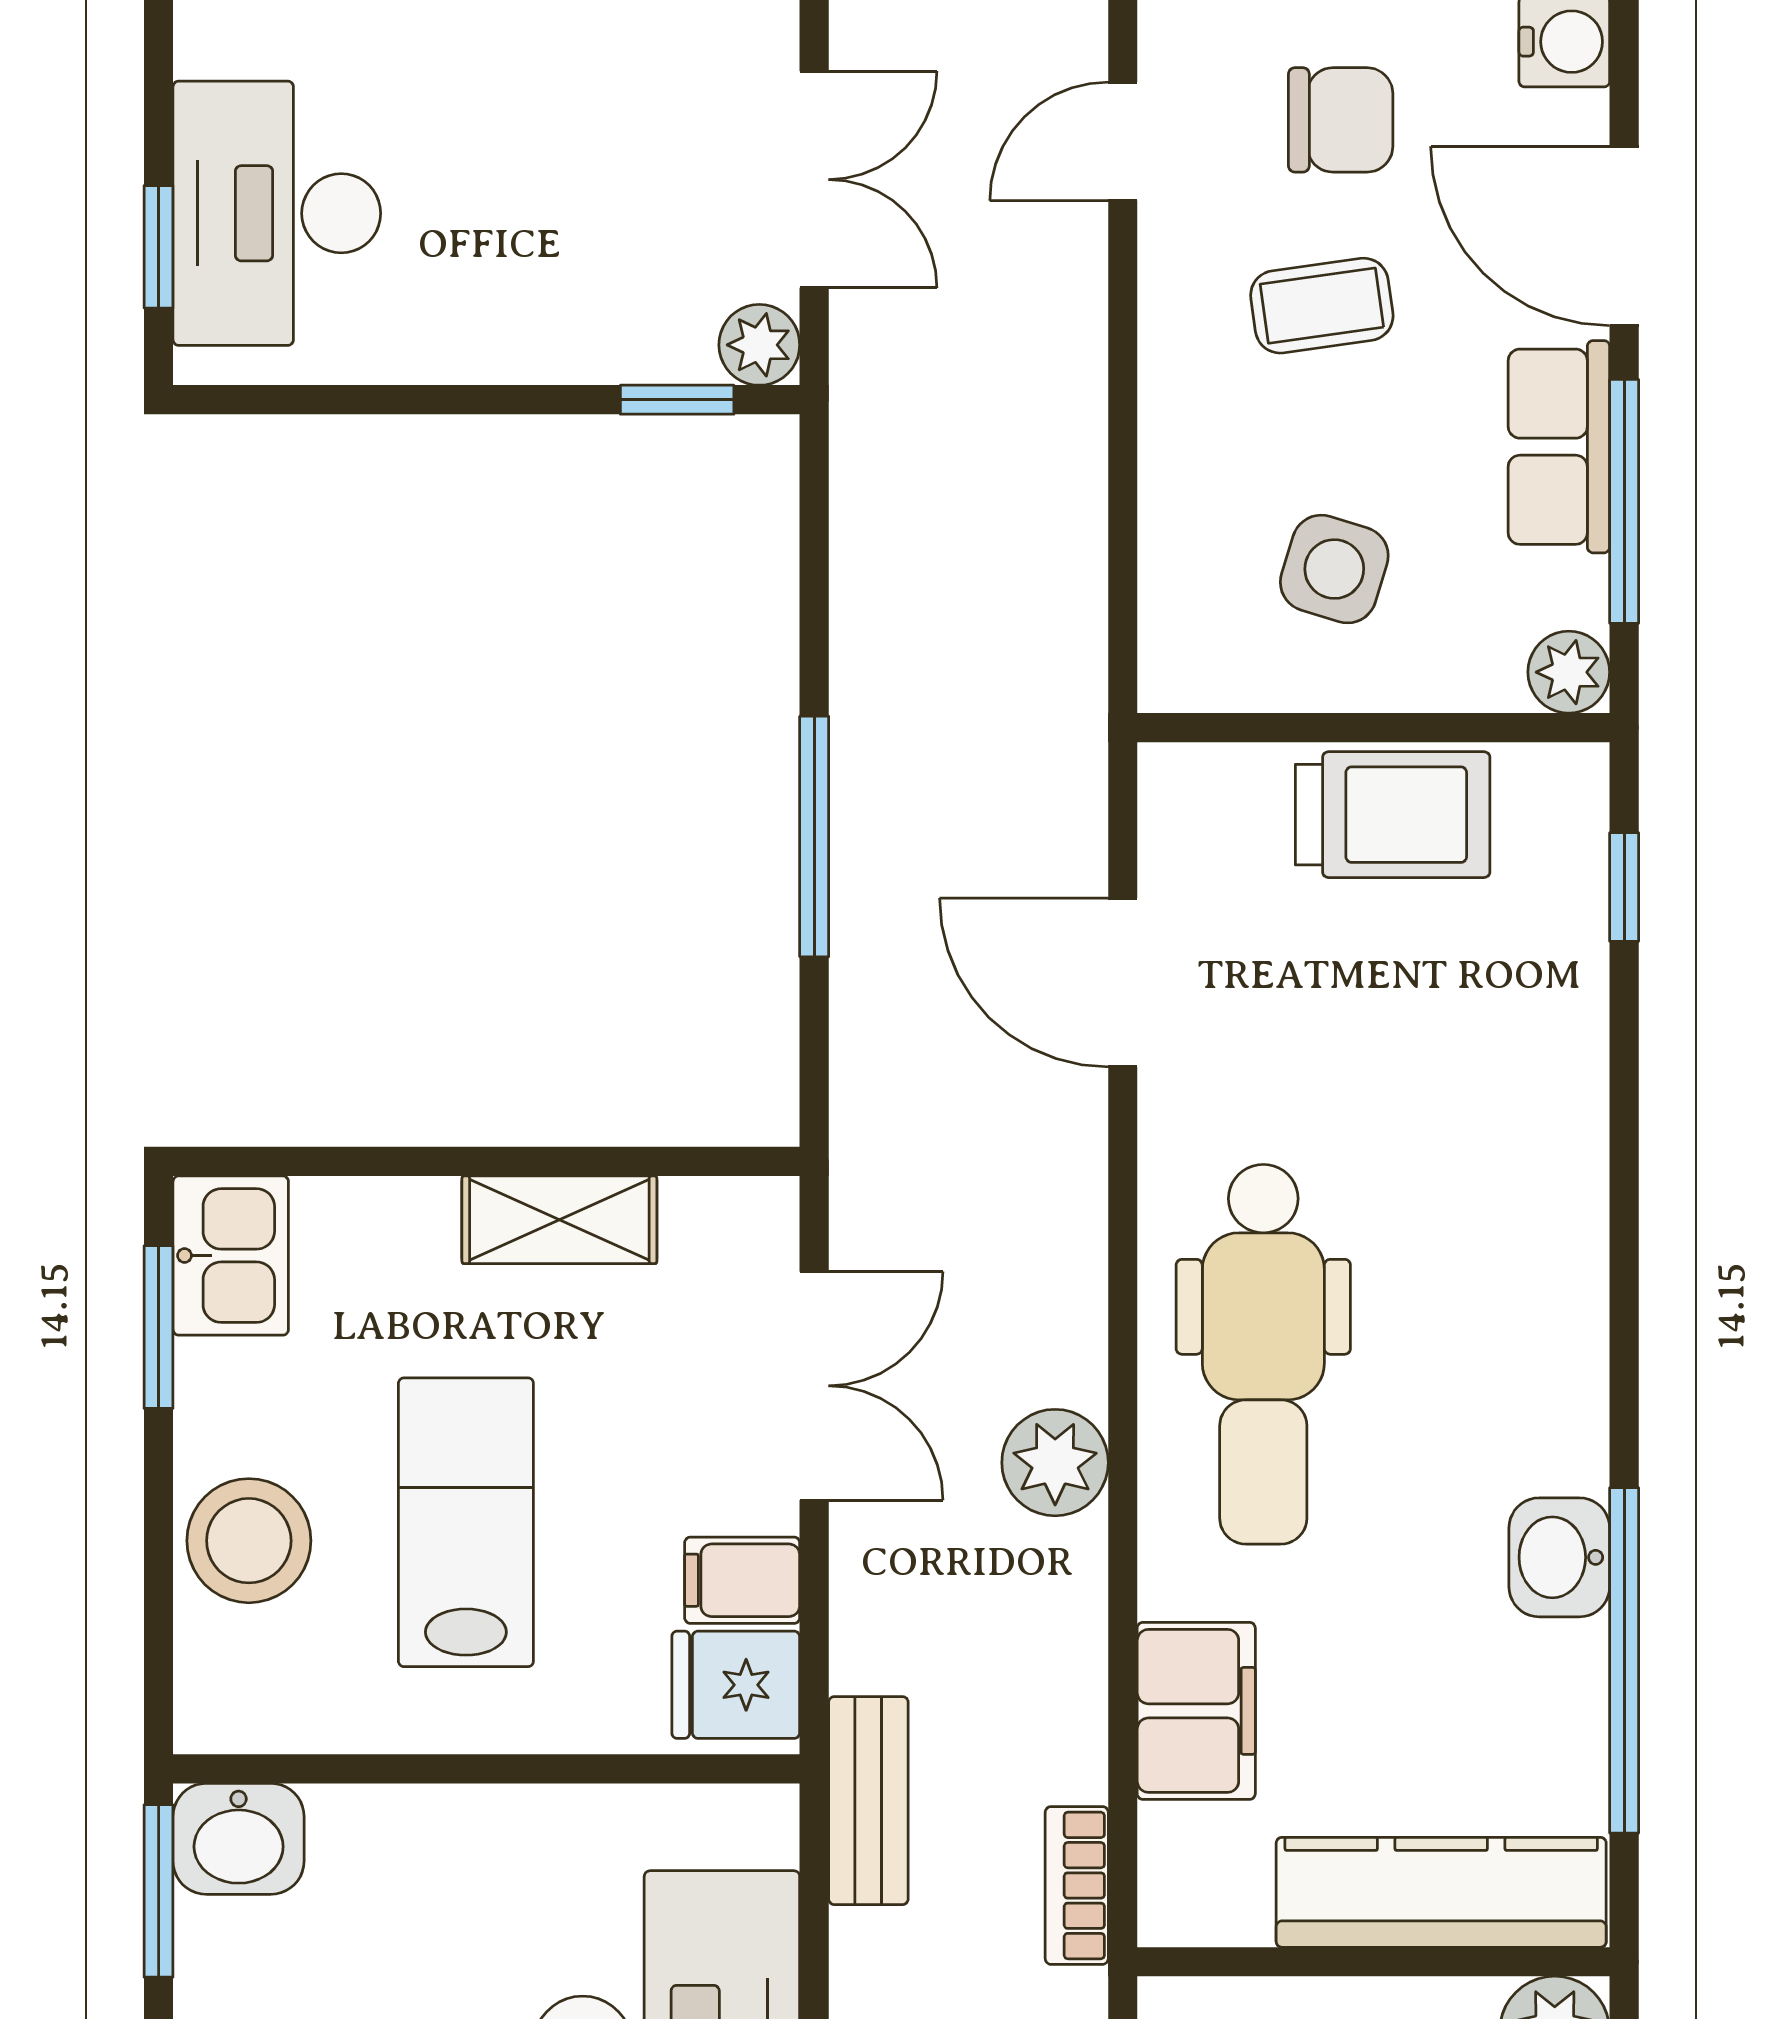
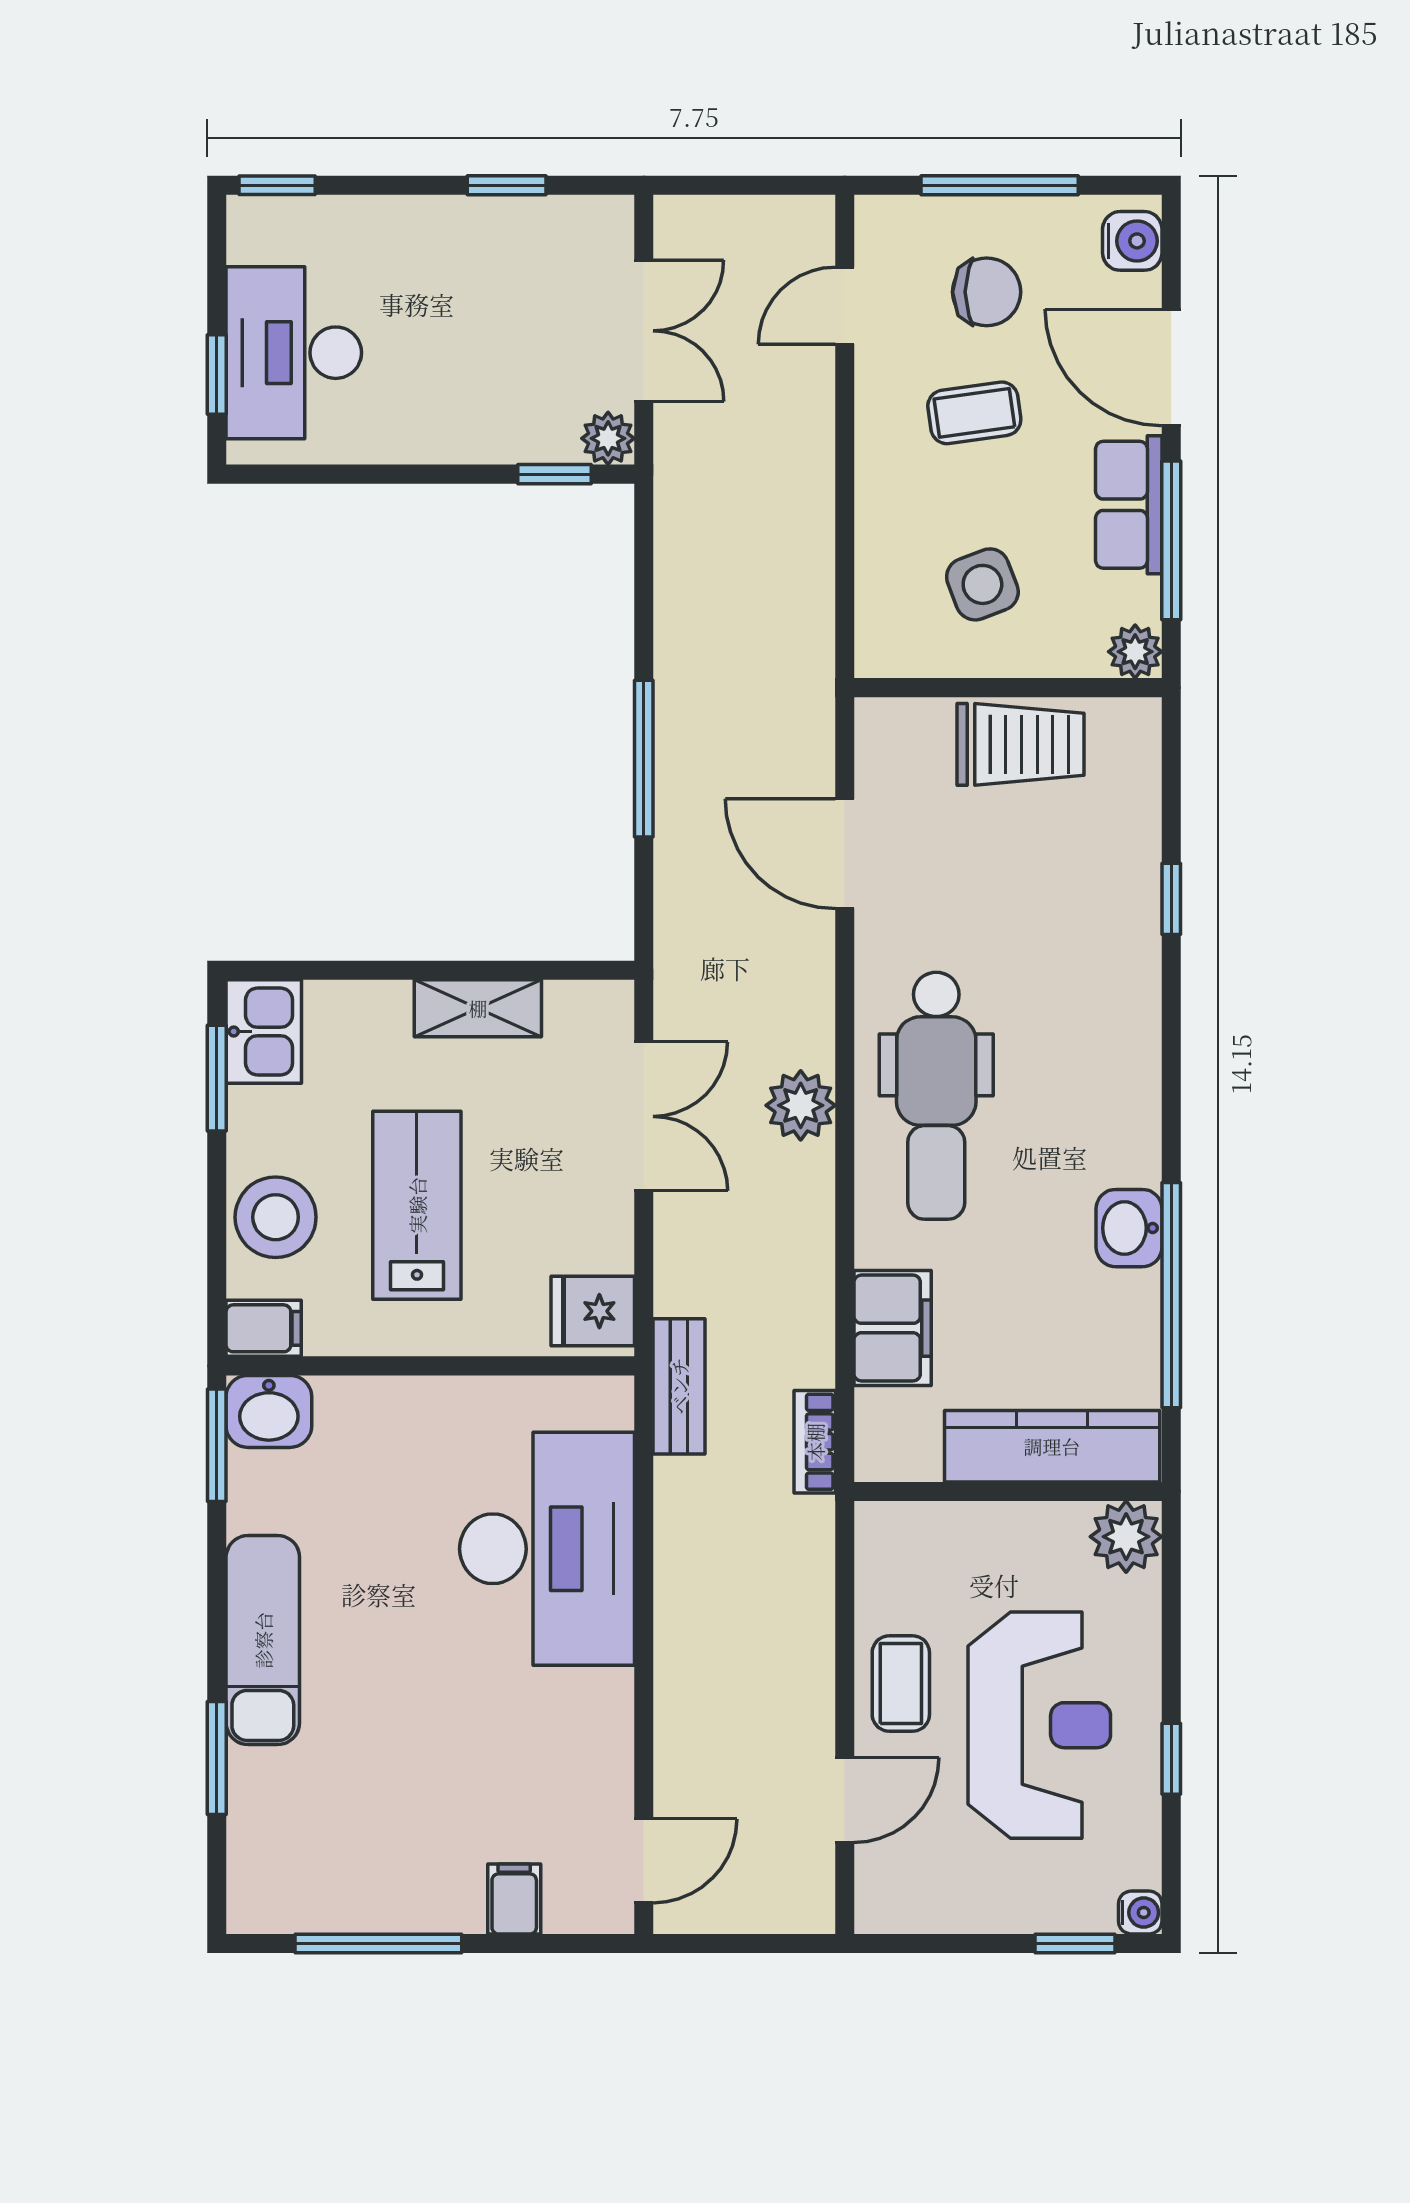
side table: (1334, 569) -> (982, 584), turned -38
window: (1624, 887) -> (1171, 899), moved
plant: (1055, 1463) -> (801, 1105), moved
filing cabinet: (742, 1580) -> (264, 1328), moved, turned 180

